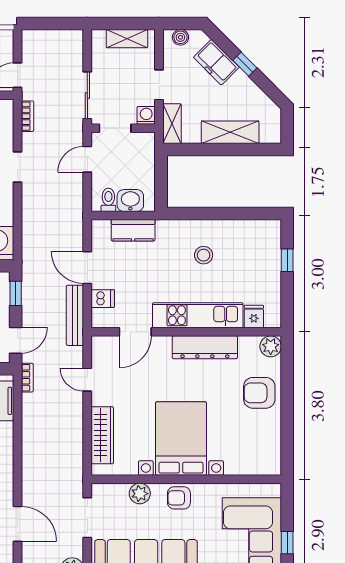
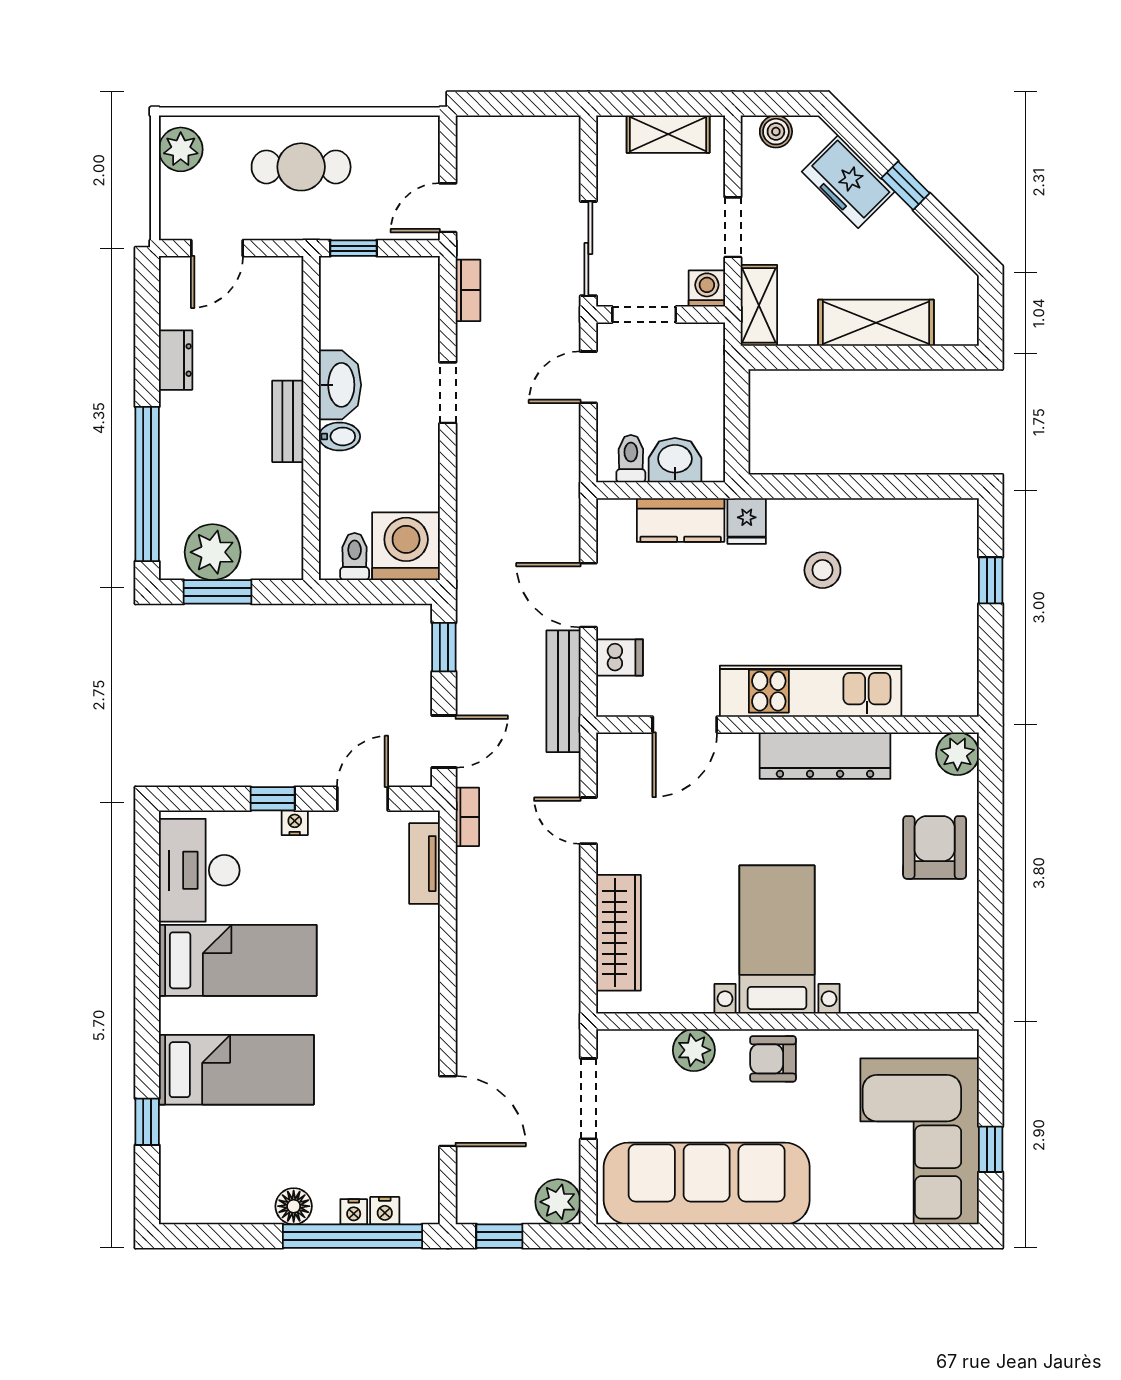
fridge: (254, 317) -> (747, 521), moved, turned 180
armchair: (259, 393) -> (935, 847), turned 90
bed with nightstands: (181, 439) -> (777, 939), width x0.73

